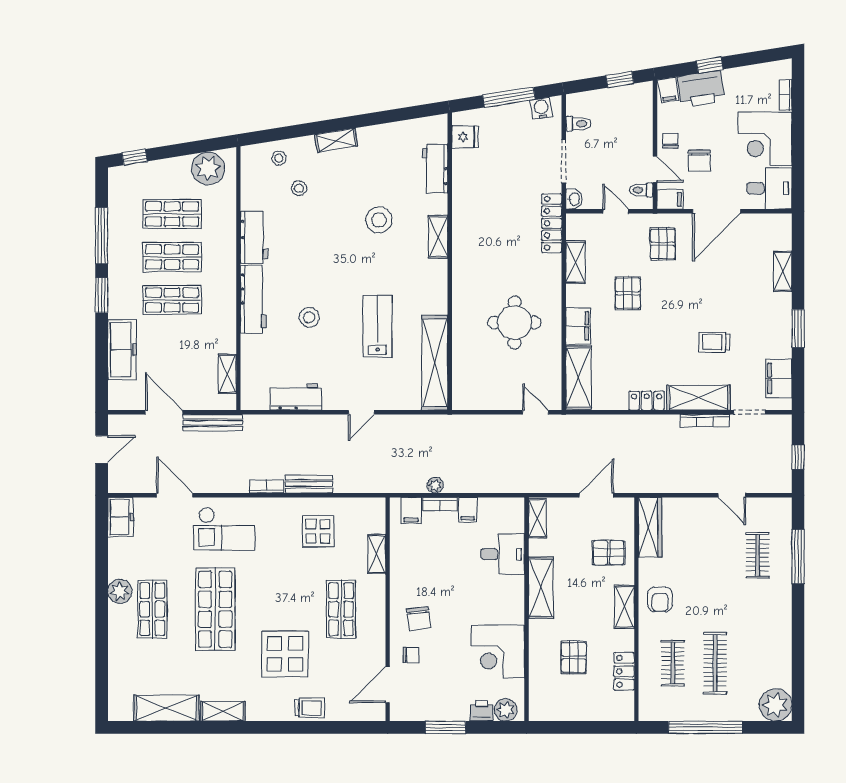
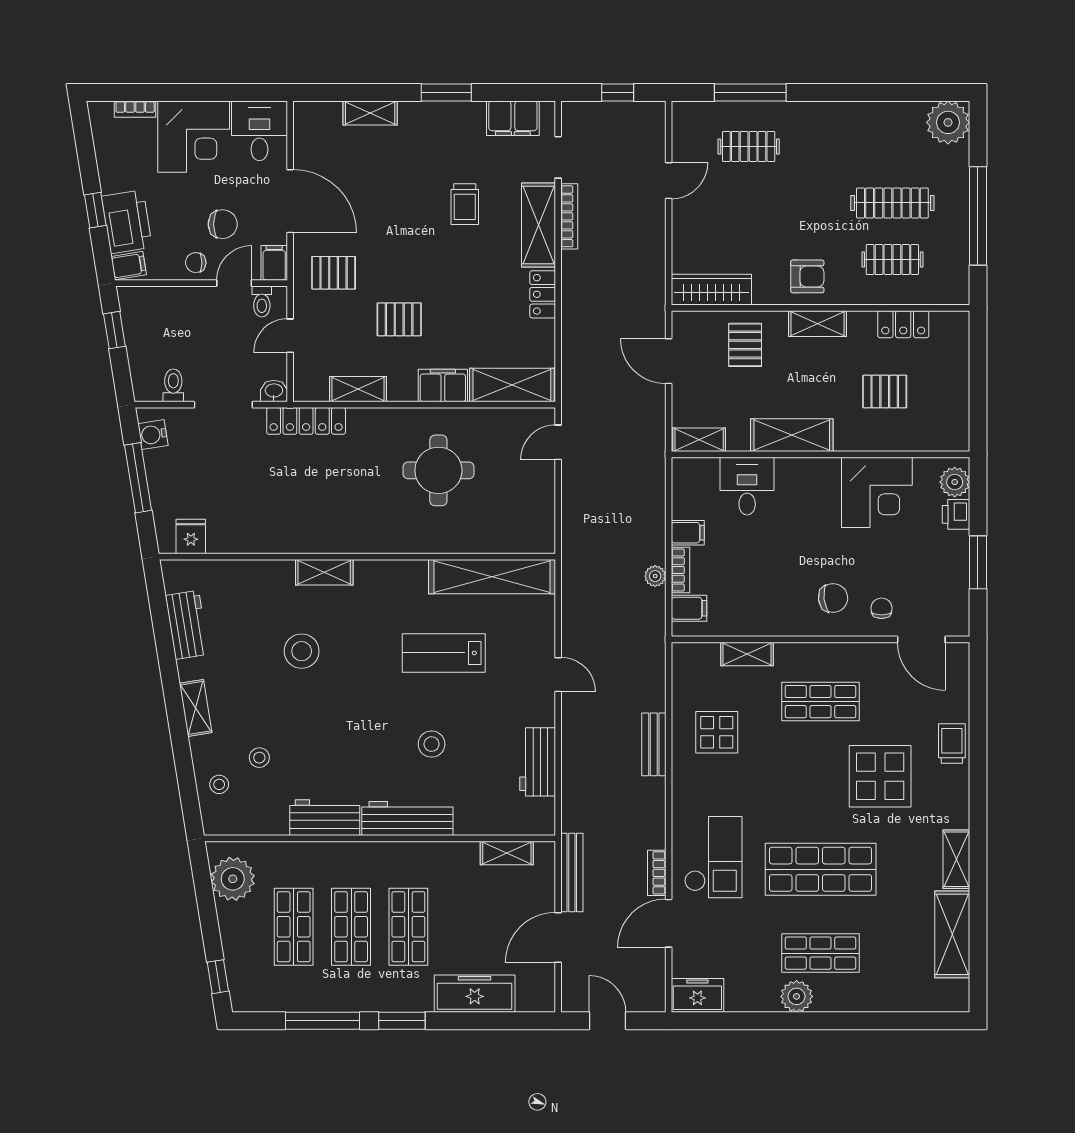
workbench: (435, 169) -> (187, 625), moved, turned -99
bookcase: (267, 486) -> (657, 873), moved

